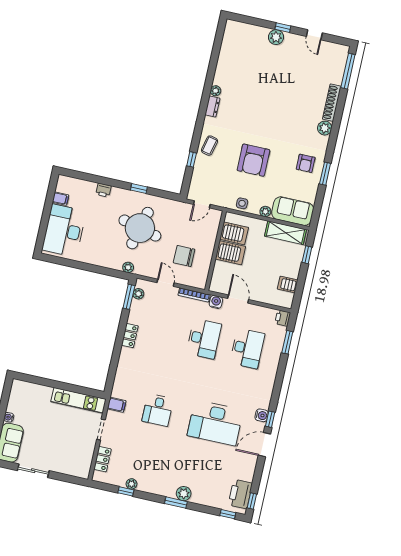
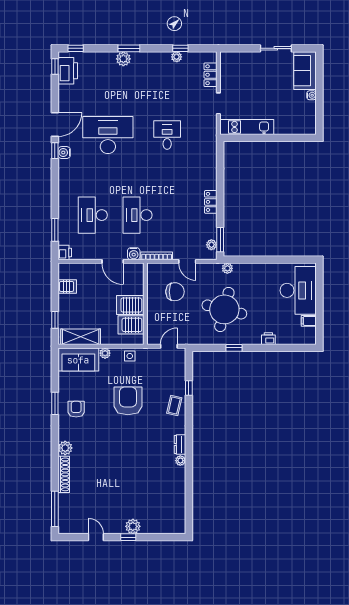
filing cabinet: (117, 405) -> (209, 131), removed

